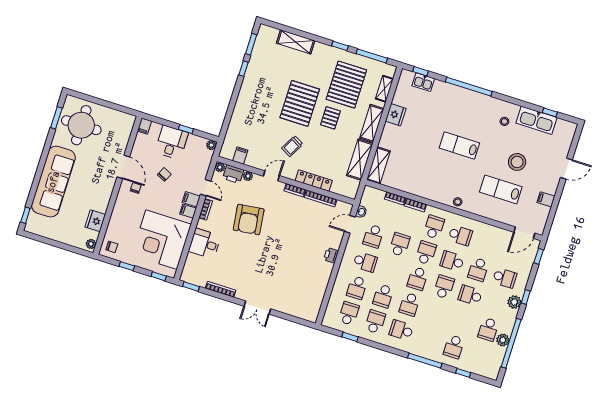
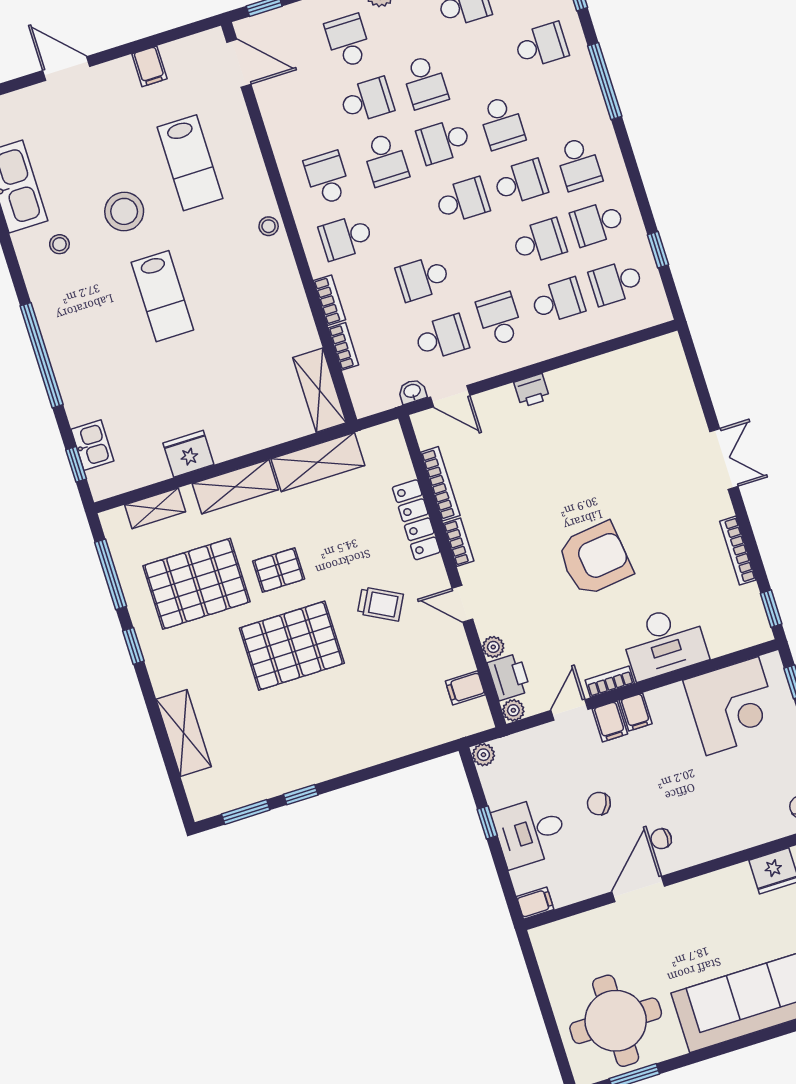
stool: (517, 162) -> (124, 211), moved
shelving: (378, 165) -> (320, 390), moved, turned 90
armchair: (249, 220) -> (595, 559), moved
corner desk: (161, 240) -> (732, 706), width x0.74, depth x0.74
desk: (205, 244) -> (664, 642), width x1.37
school desk: (426, 253) -> (502, 123), moved, turned -90

